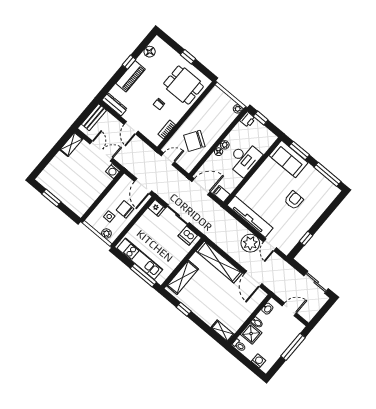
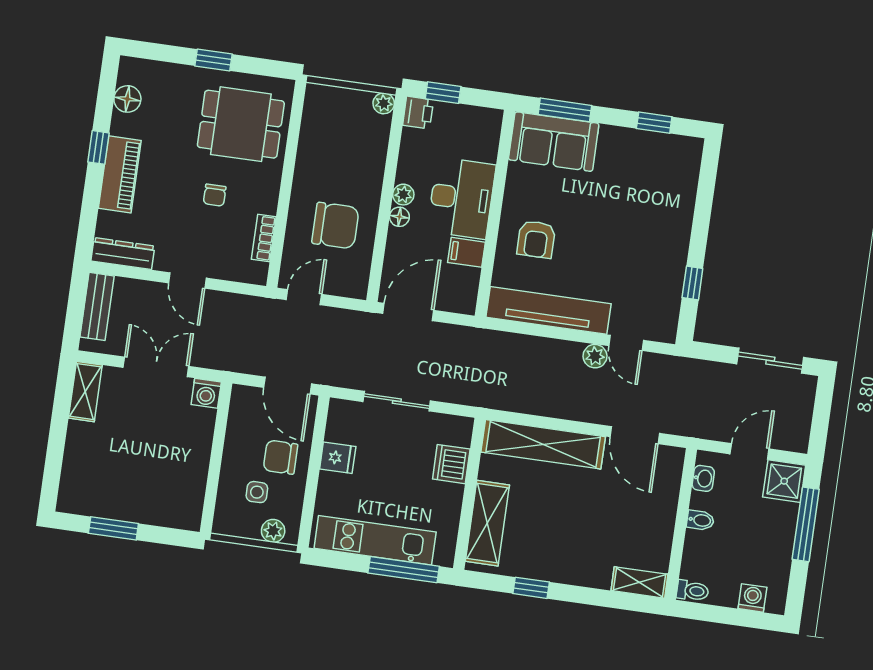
chair: (194, 141) -> (335, 226), turned -123
window: (328, 174) -> (654, 123), width x0.46
filing cabinet: (221, 194) -> (467, 252), moved
armchair: (294, 200) -> (536, 239), moved, turned 180
fridge: (157, 208) -> (338, 458), moved
dishwasher: (188, 236) -> (451, 464), moved, turned 90
plant: (250, 243) -> (595, 356), width x0.53, depth x0.53
shower: (251, 334) -> (784, 481), moved

